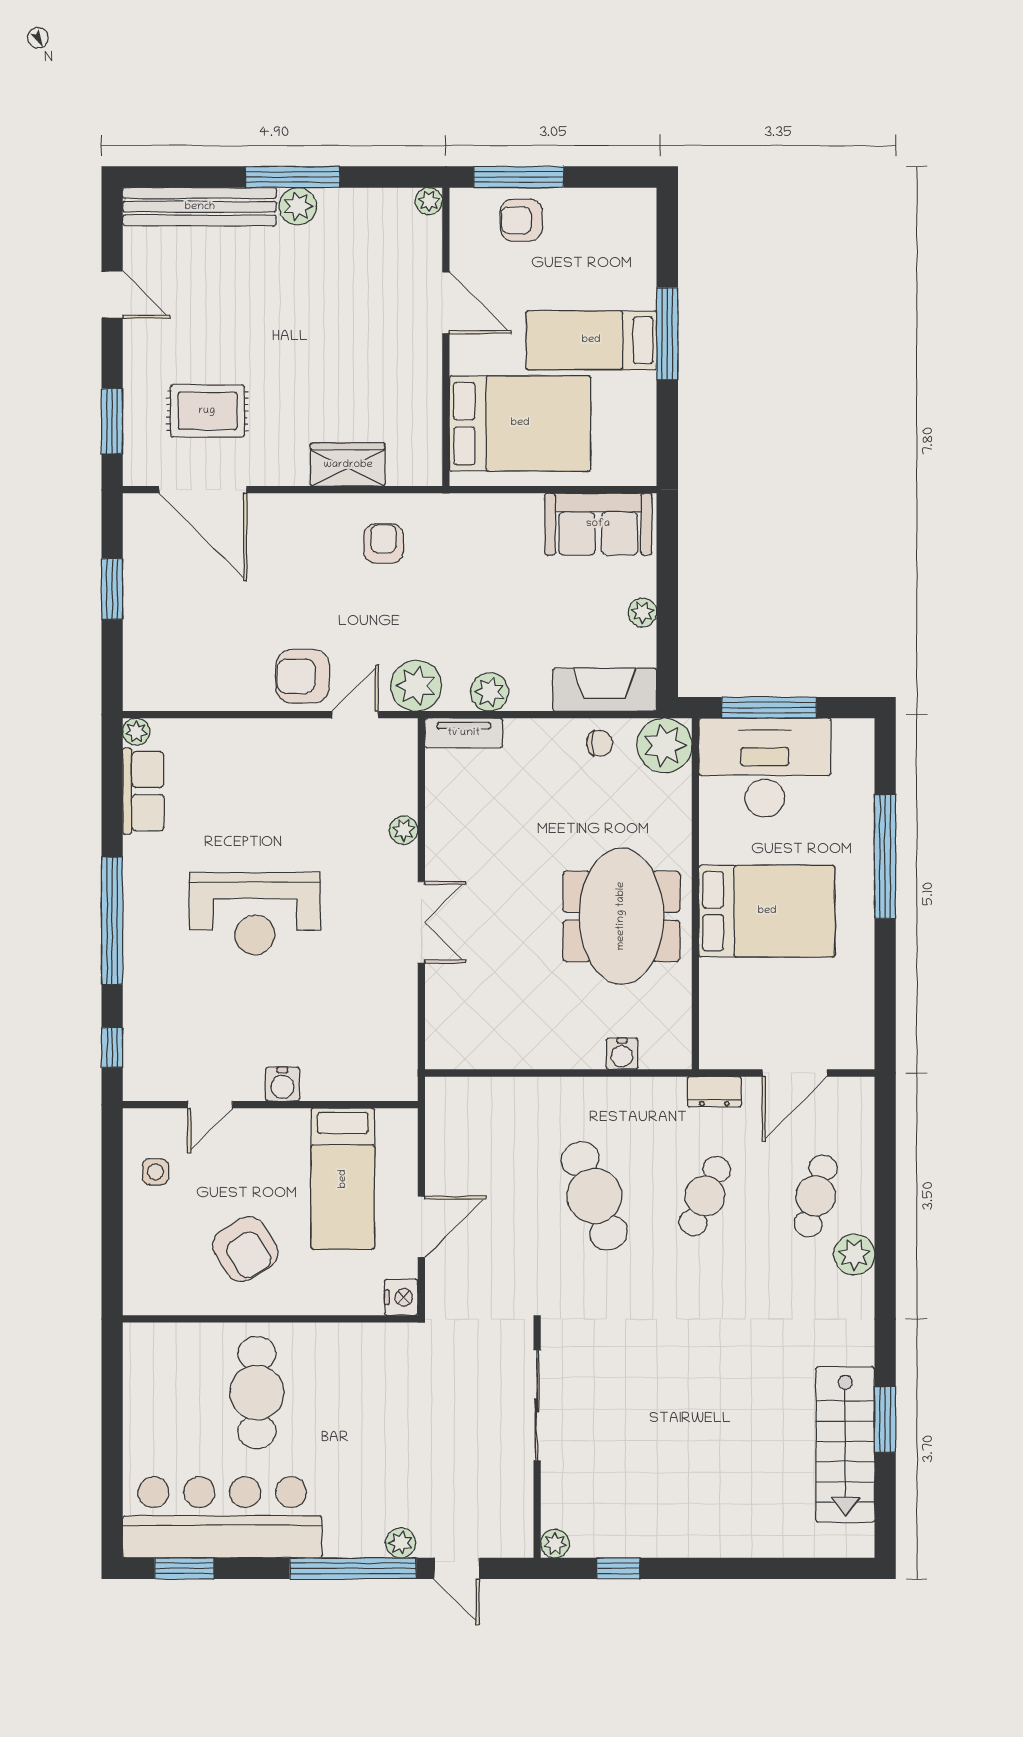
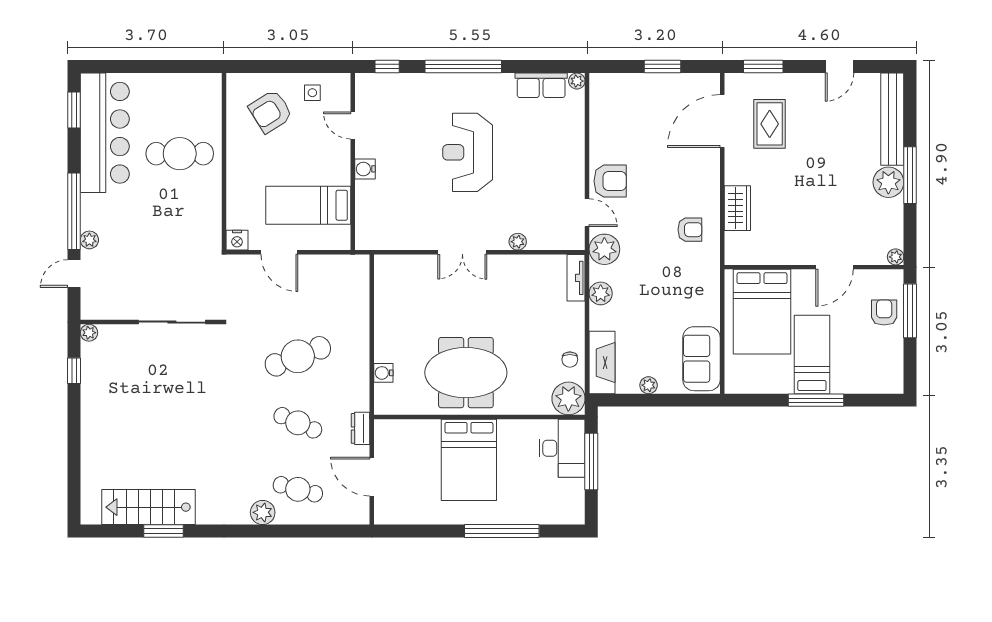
plant: (298, 206) -> (888, 182), width x1.36, depth x1.36
armchair: (303, 676) -> (610, 181), turned 90
desk: (765, 768) -> (562, 448), width x0.73, depth x0.77
armchair: (245, 1249) -> (271, 111), moved

